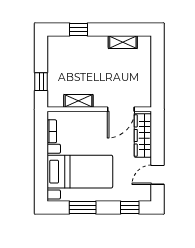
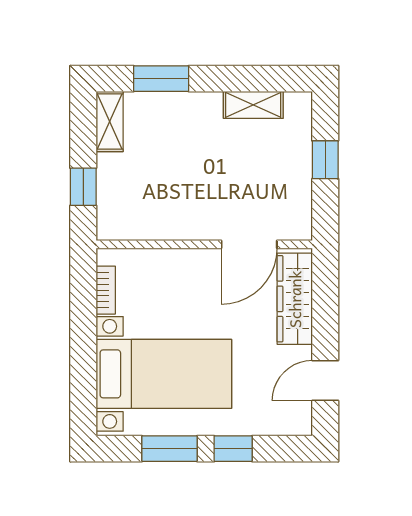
window: (79, 30) -> (161, 79), width x1.50
window: (158, 69) -> (325, 160), added
shelving: (78, 101) -> (110, 121), moved, turned 90
window: (130, 208) -> (233, 449), moved

